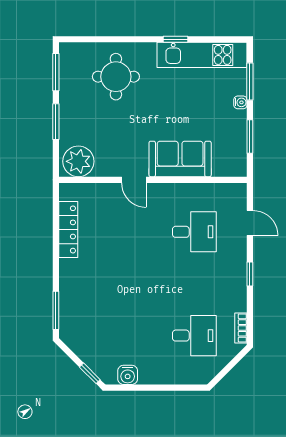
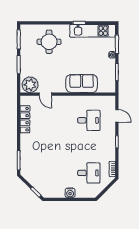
door: (134, 180) -> (45, 94), moved
water cooler: (128, 375) -> (70, 193), moved

